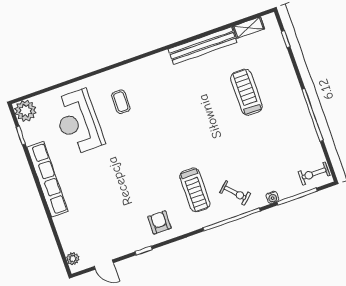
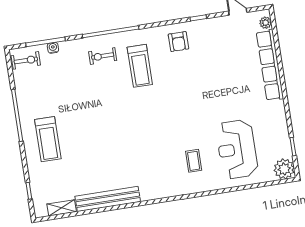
treadmill: (246, 92) -> (48, 139), moved
reception desk: (78, 122) -> (237, 149), turned 180
row of seats: (47, 179) -> (270, 65), moved
treadmill: (195, 190) -> (140, 66), turned 180
exercise bike: (235, 193) -> (103, 56), turned -47
water cooler: (272, 197) -> (53, 48), moved

